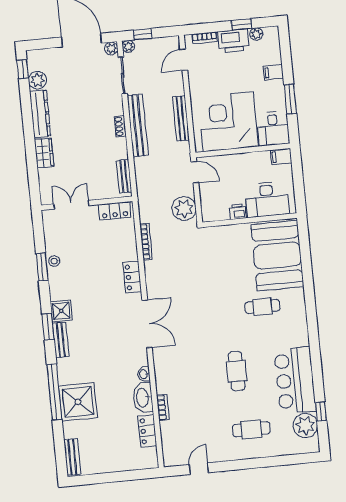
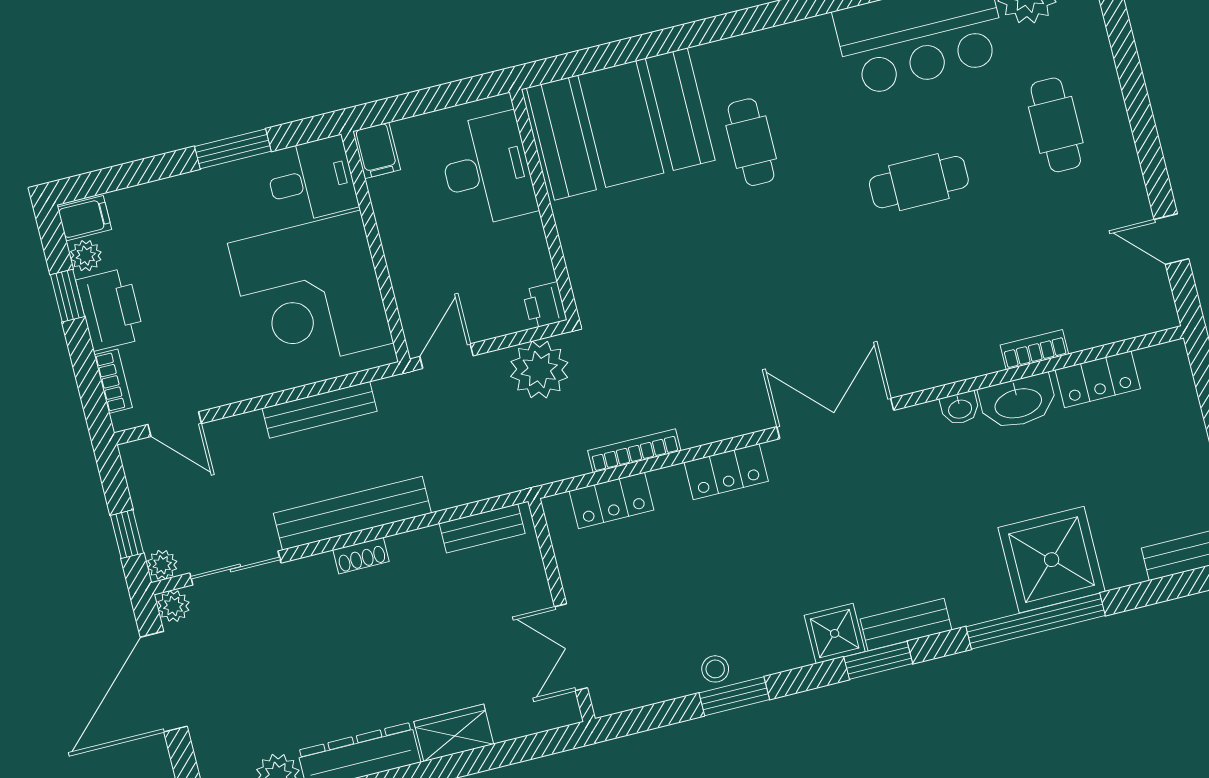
filing cabinet: (273, 72) -> (85, 218), moved, turned -90
locker: (115, 211) -> (611, 500), moved, turned 90
printer: (238, 212) -> (545, 305), moved

